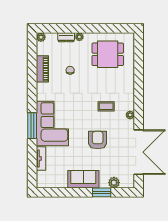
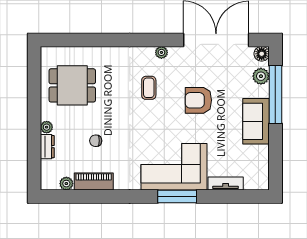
plant: (41, 37) -> (66, 184), moved
dining table: (108, 54) -> (72, 85), turned 90
floor lamp: (129, 183) -> (262, 54), added
window: (102, 192) -> (275, 94), width x2.11

